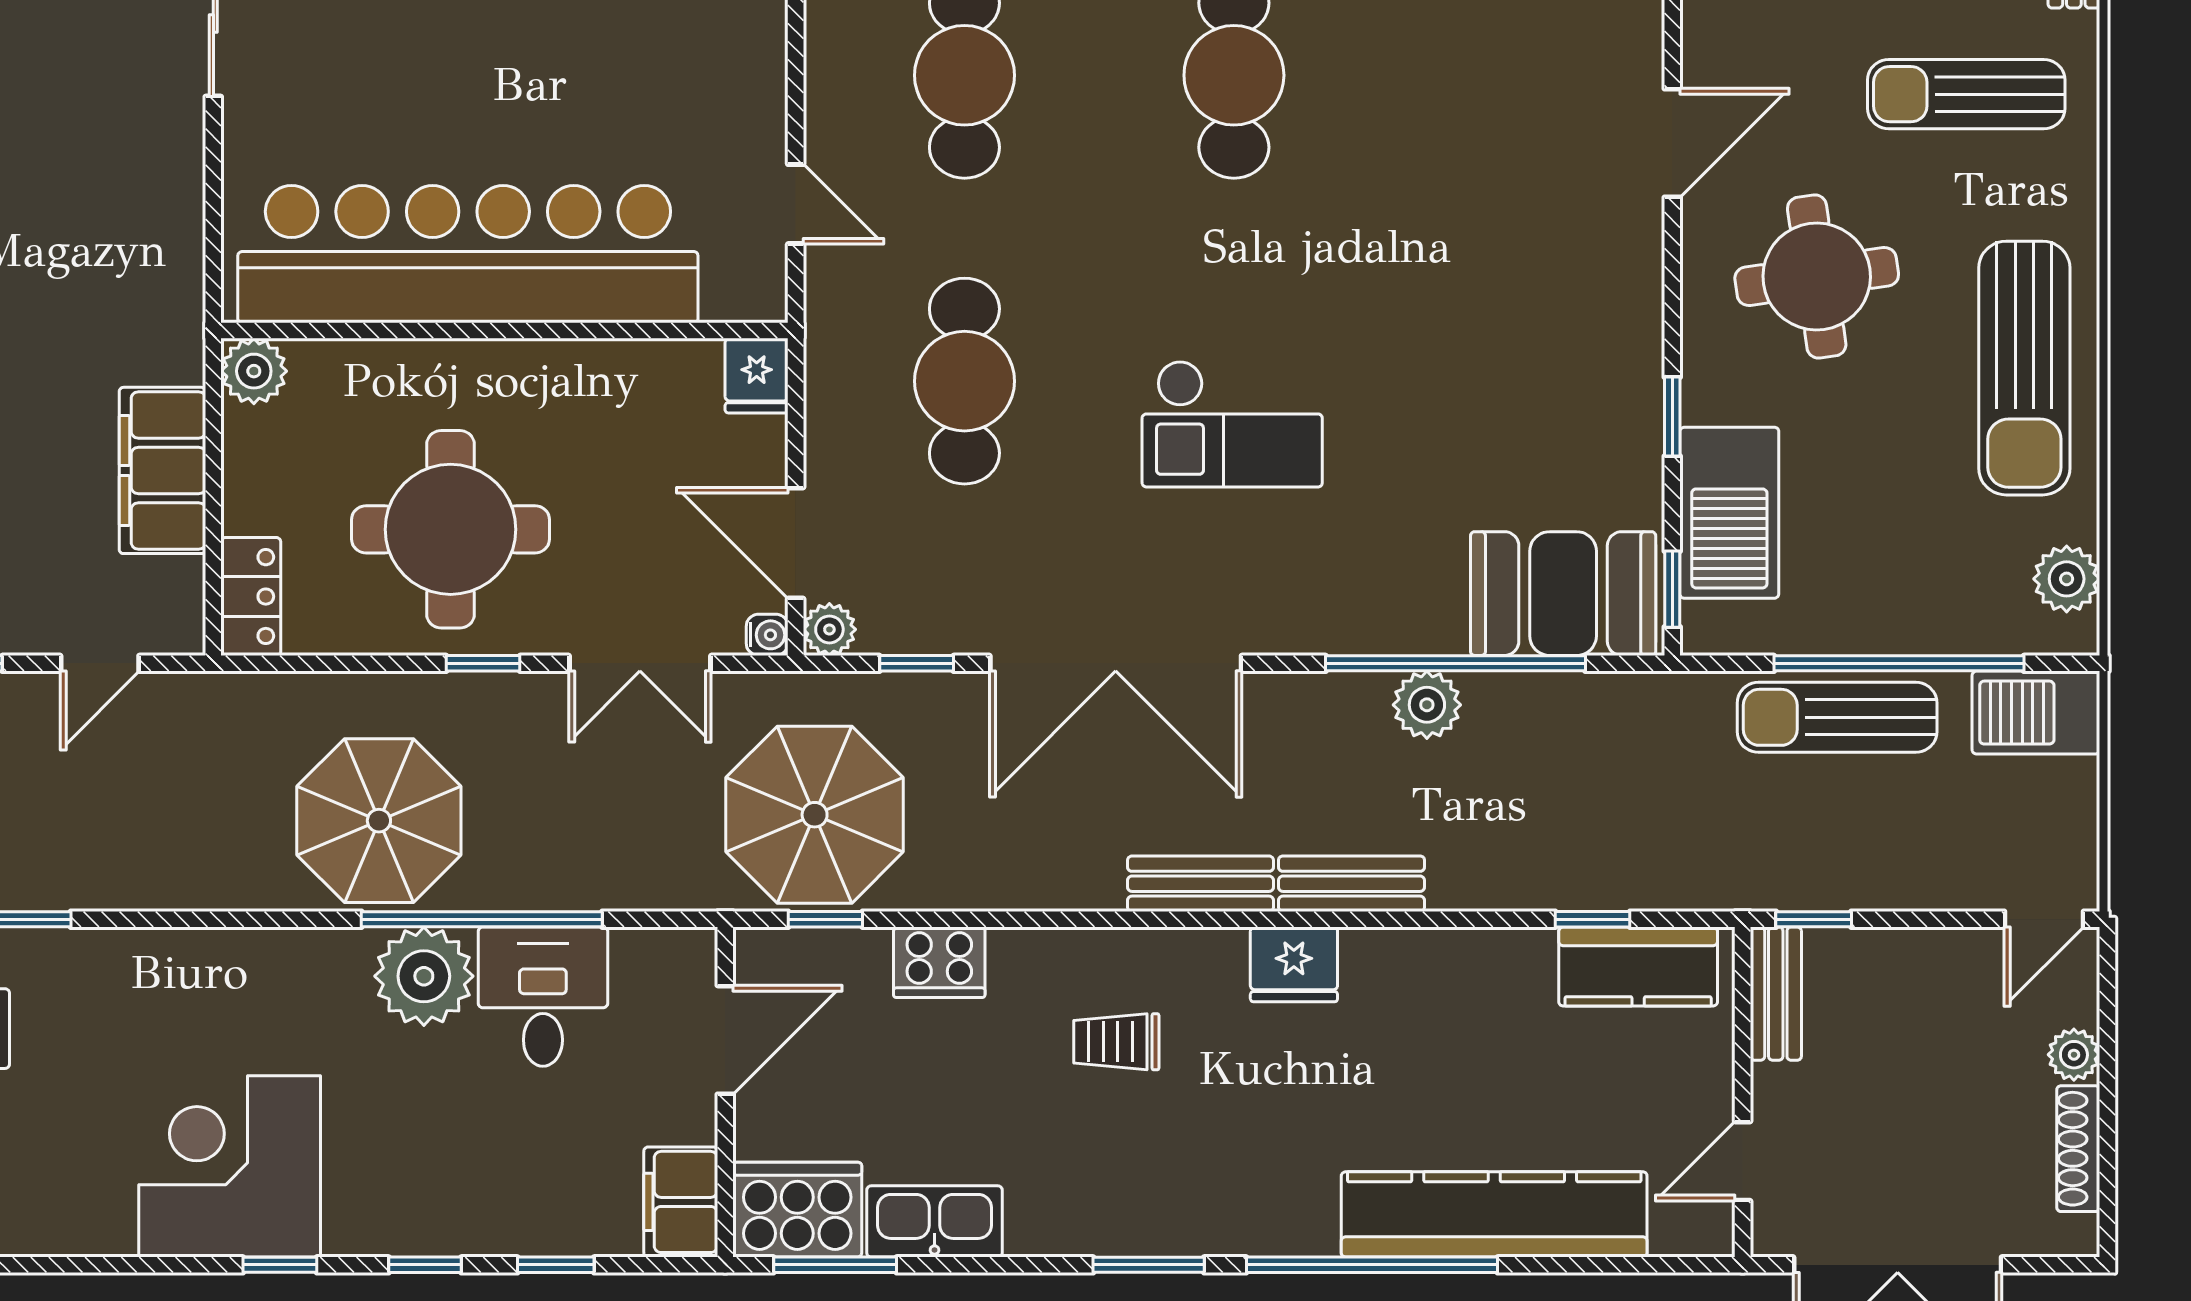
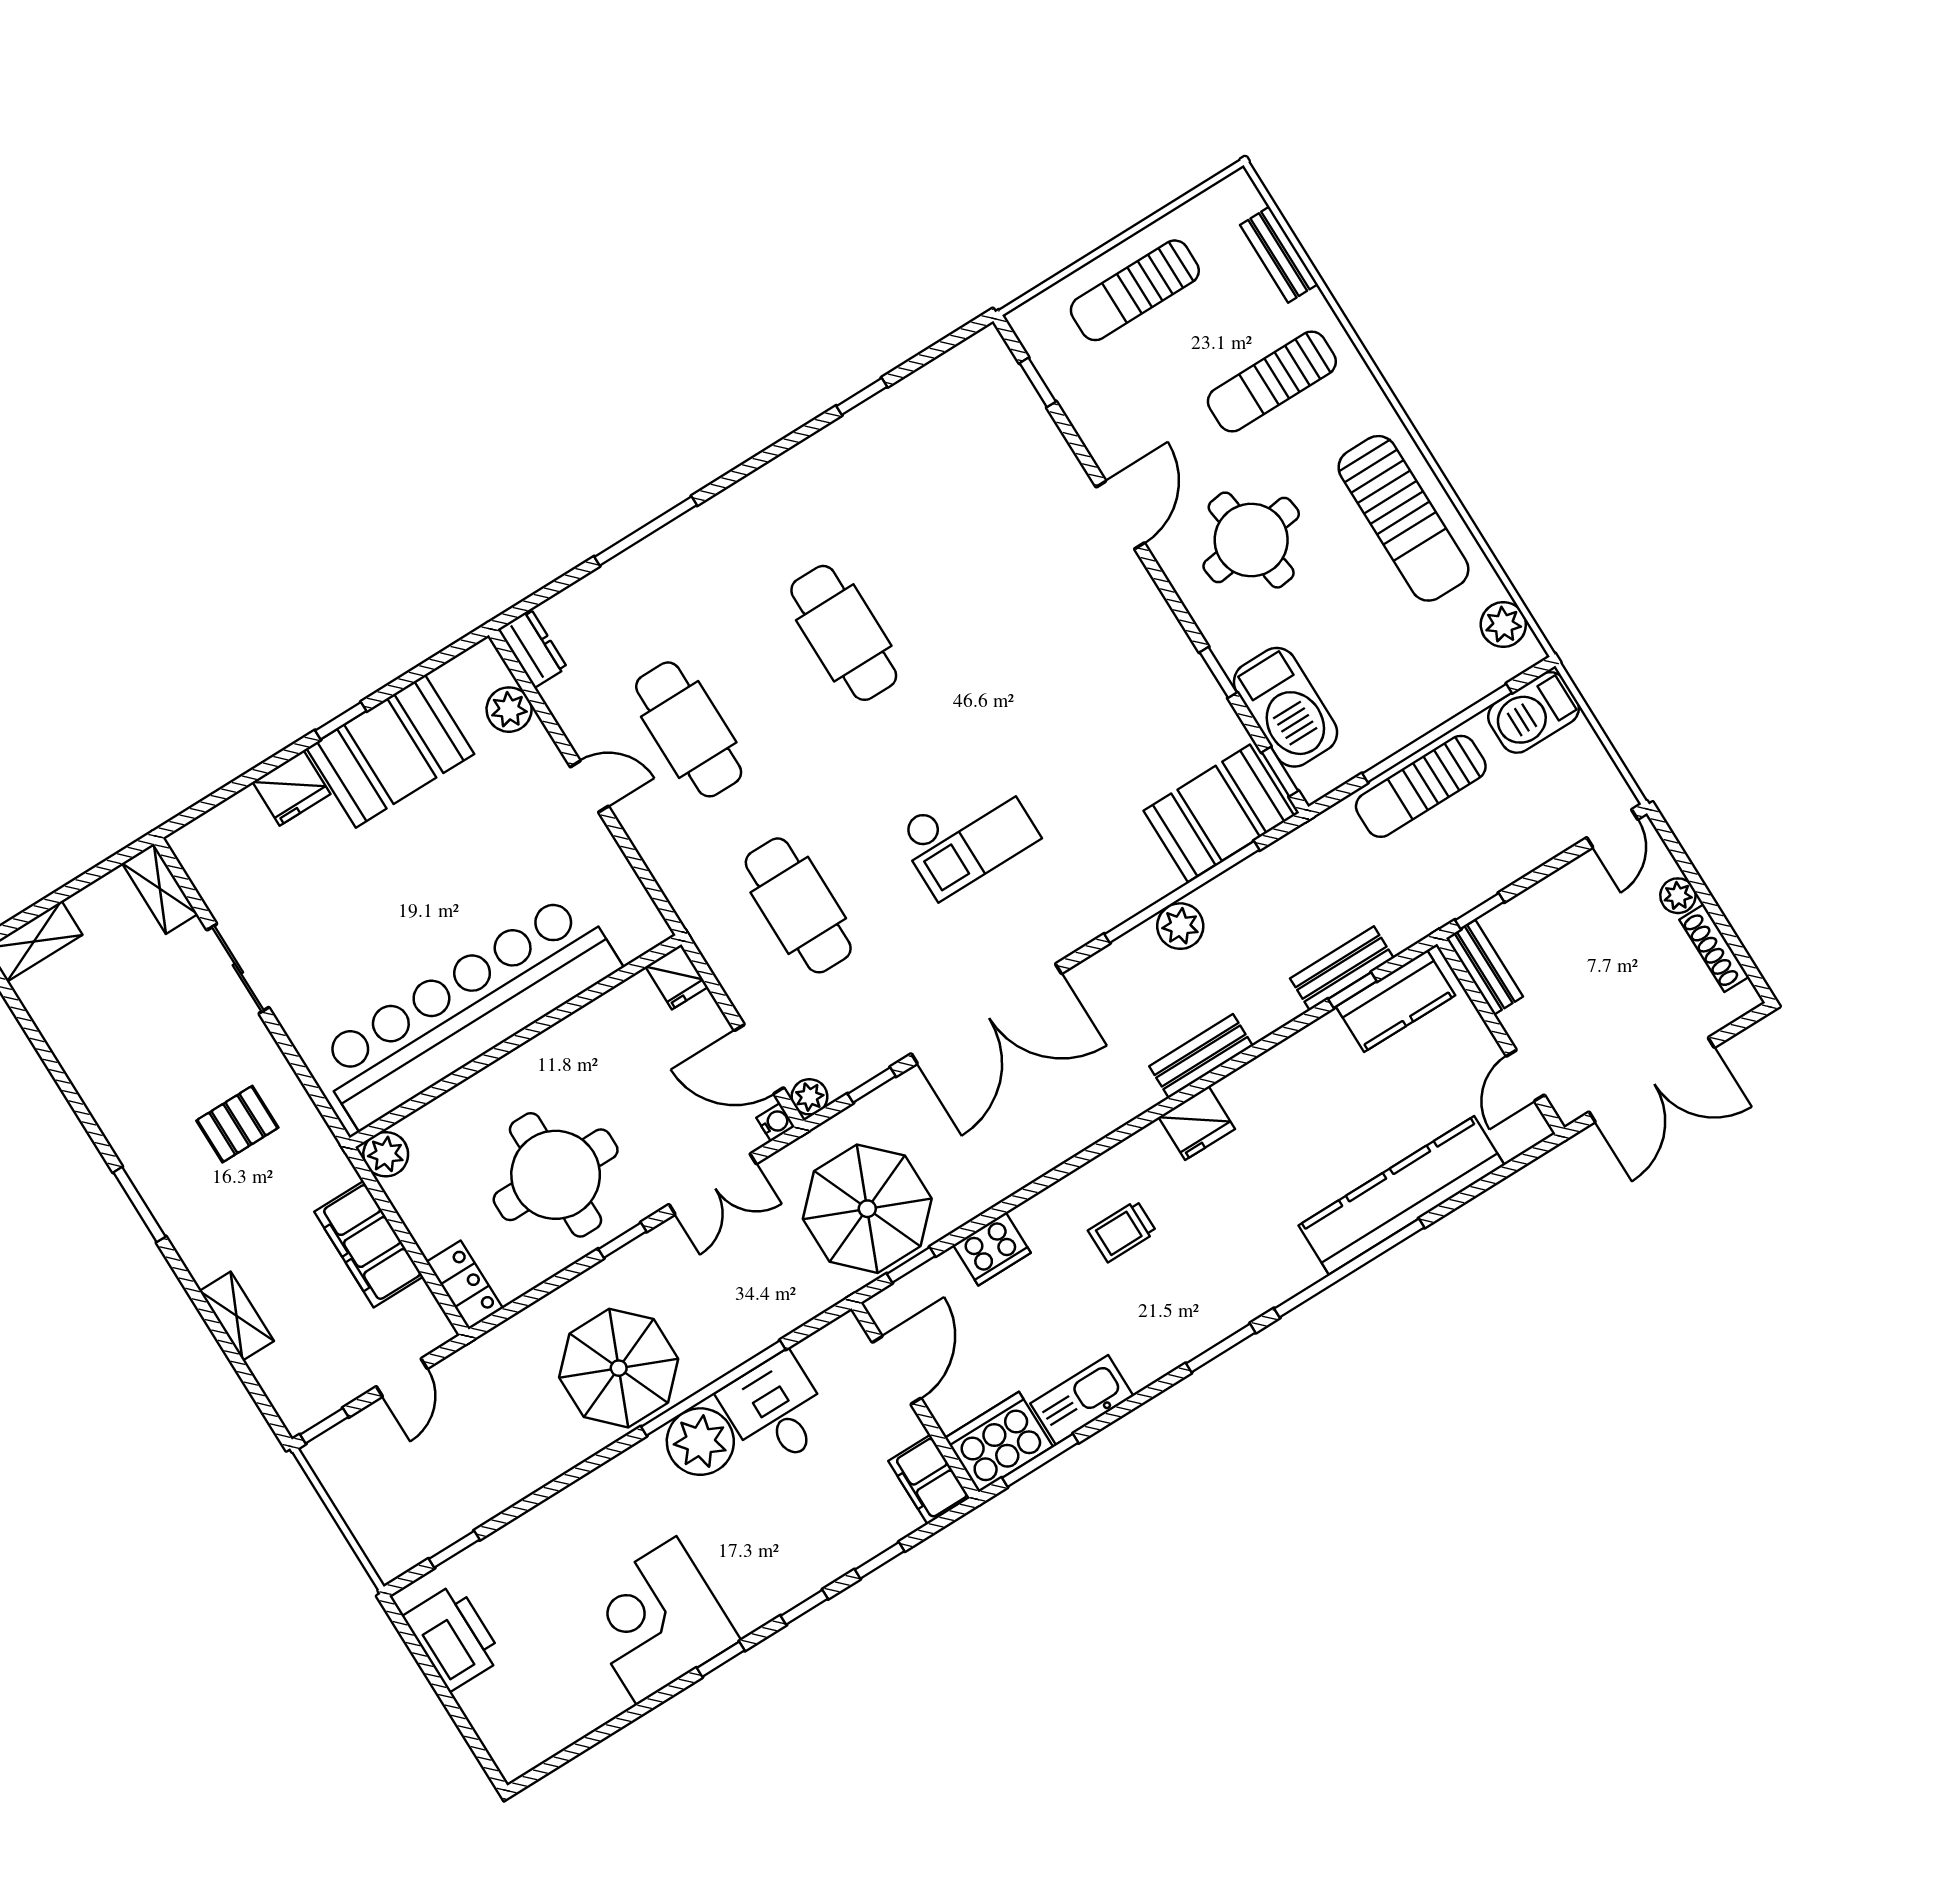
door: (796, 204) -> (589, 786), moved
pallet: (91, 218) -> (237, 1124), added
bench: (1201, 884) -> (1342, 968), moved

